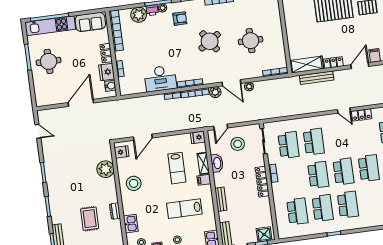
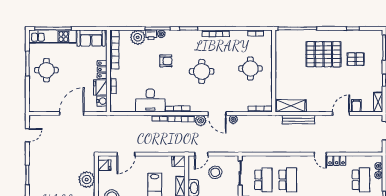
armchair: (180, 19) -> (166, 61), moved
round table: (210, 41) -> (202, 71), turned 34
round table: (251, 41) -> (250, 69), moved
locker: (333, 63) -> (316, 107), removed
door: (38, 131) -> (27, 135), hinge flipped

